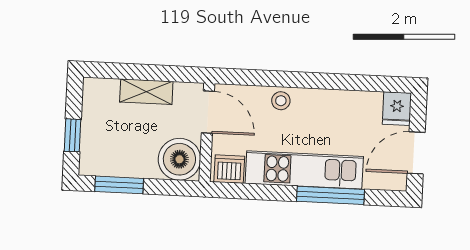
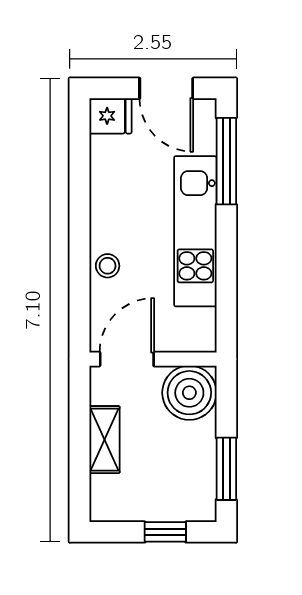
dishwasher: (229, 169) -> (199, 328), removed
window: (331, 195) -> (226, 161), moved

